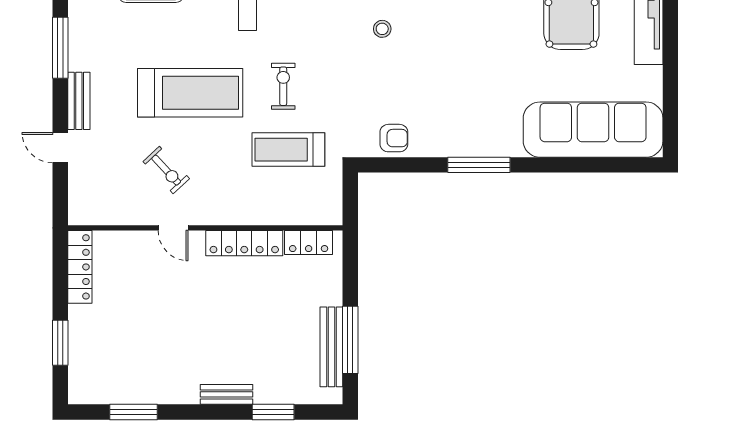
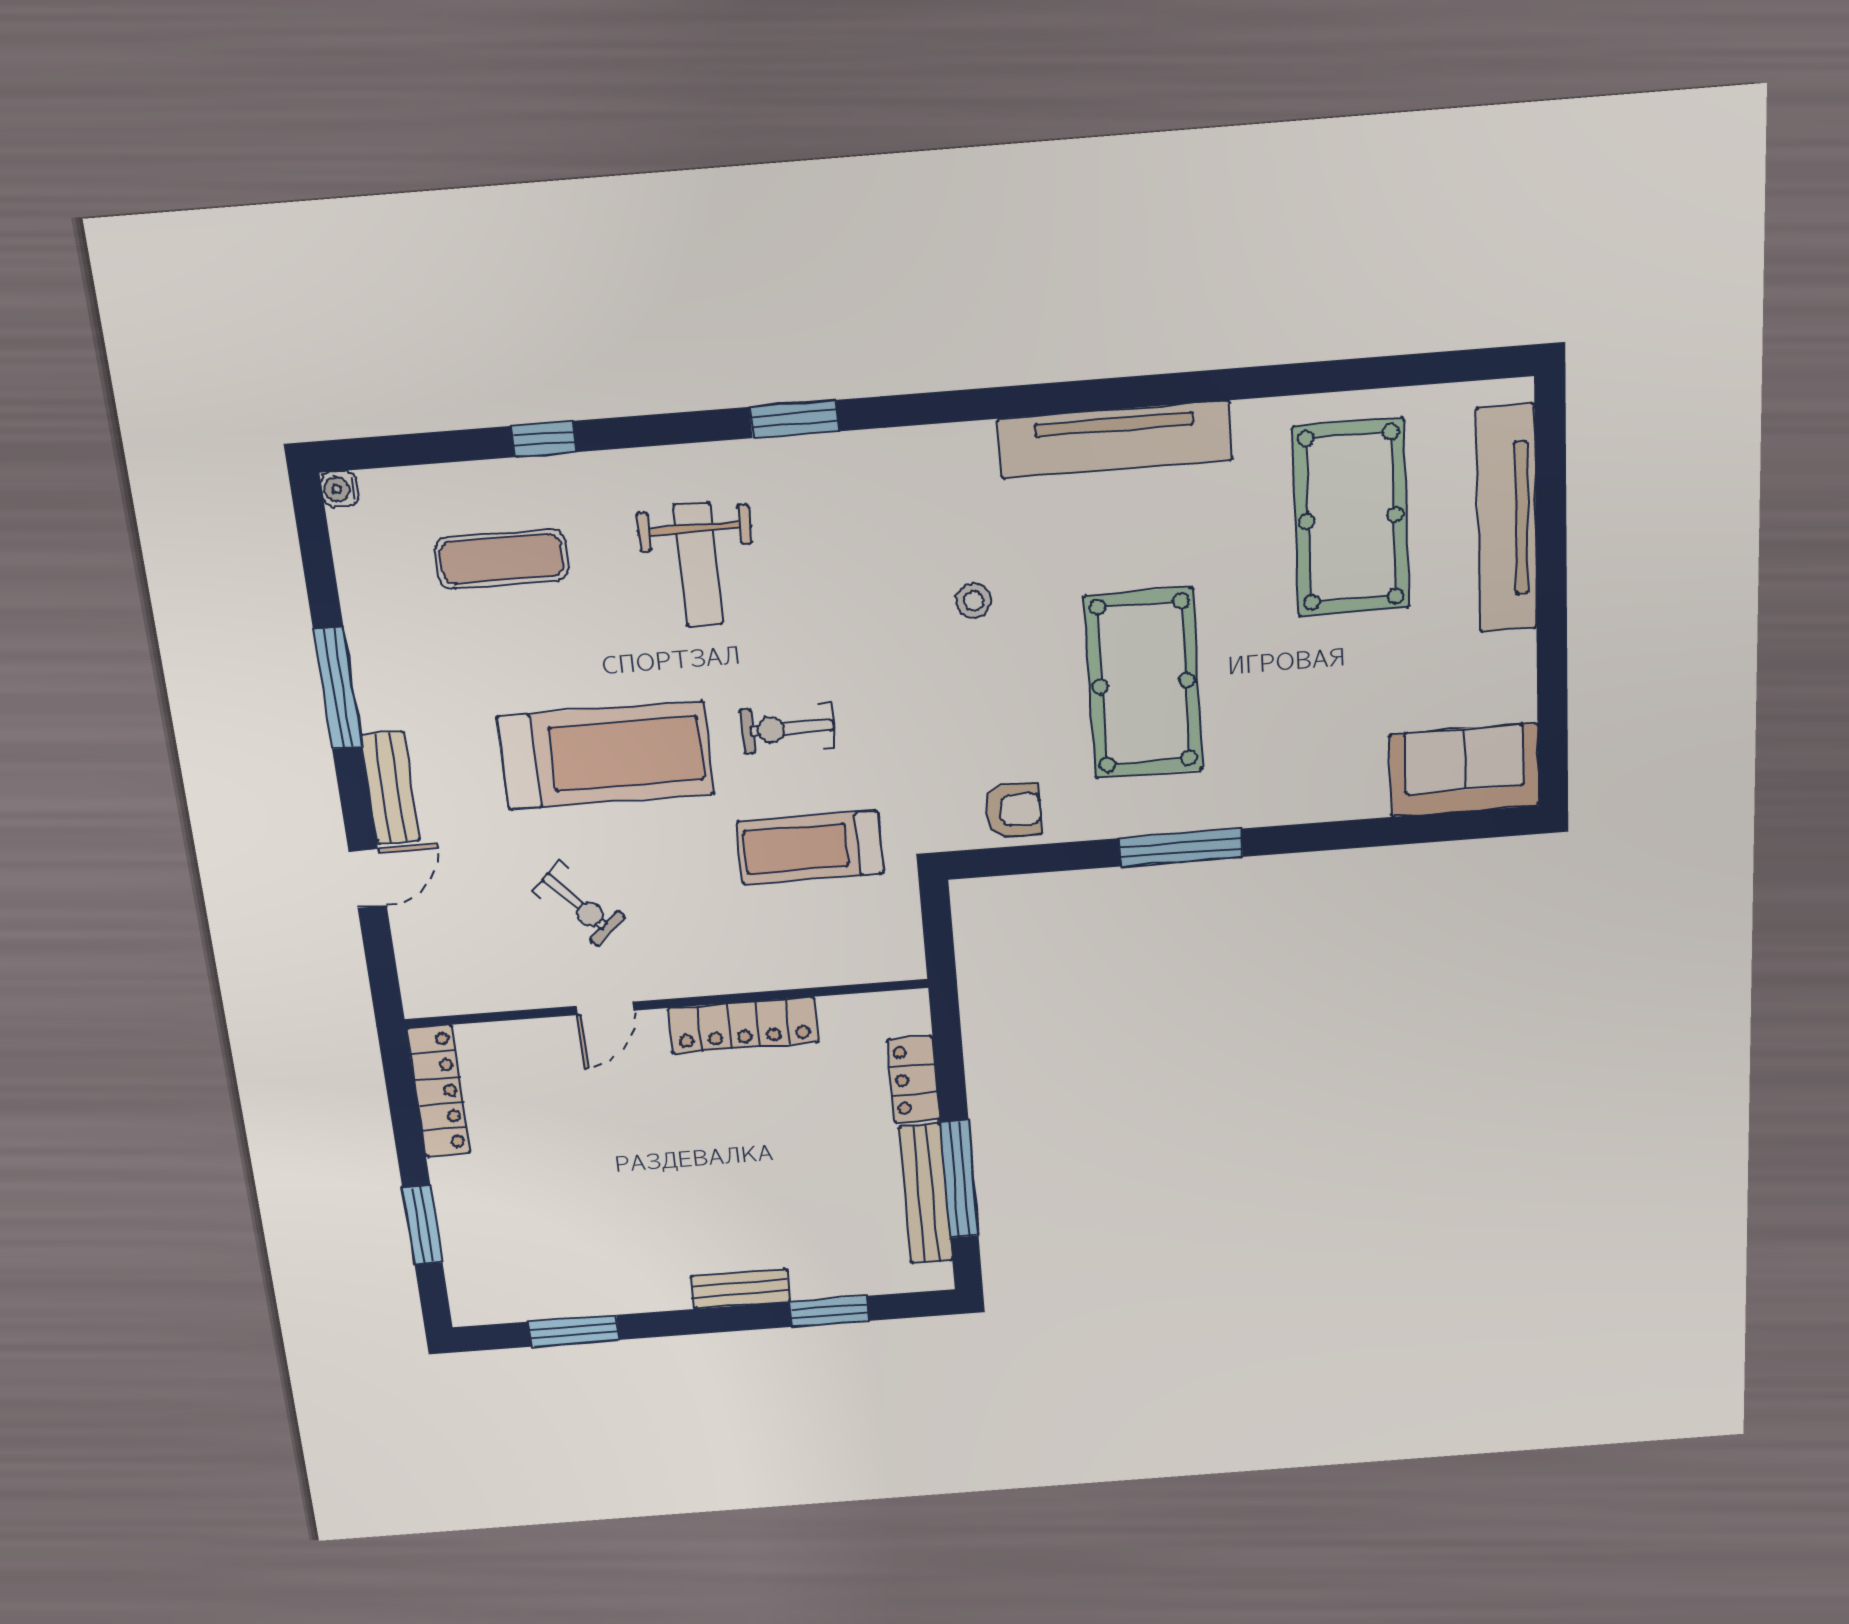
pool table: (464, 78) -> (1144, 683), added
exercise bike: (283, 86) -> (788, 728), turned -90
sofa: (593, 130) -> (1464, 770), width x0.54, depth x0.79
door: (60, 148) -> (368, 878), swing flipped
door: (173, 228) -> (605, 1008), hinge flipped
locker: (309, 243) -> (914, 1080), moved, turned 90

